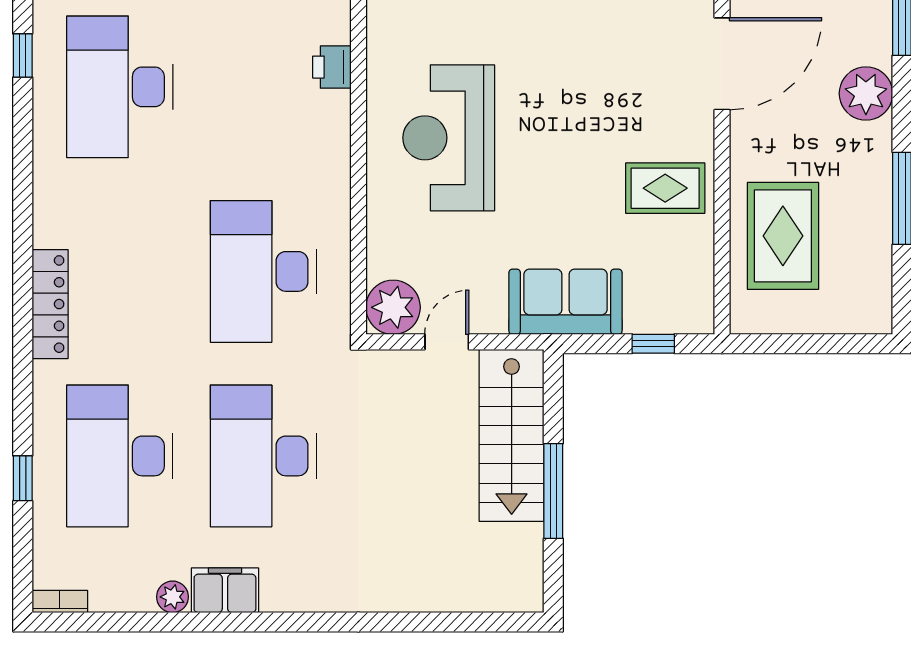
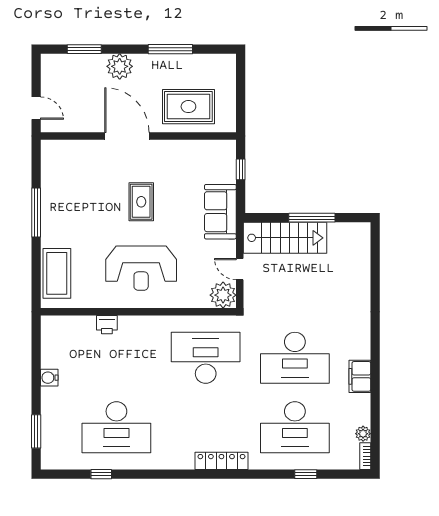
door: (722, 64) -> (127, 136), moved
rug: (665, 188) -> (141, 202), moved
desk: (263, 271) -> (206, 358), turned 180
plant: (173, 597) -> (363, 434), moved

